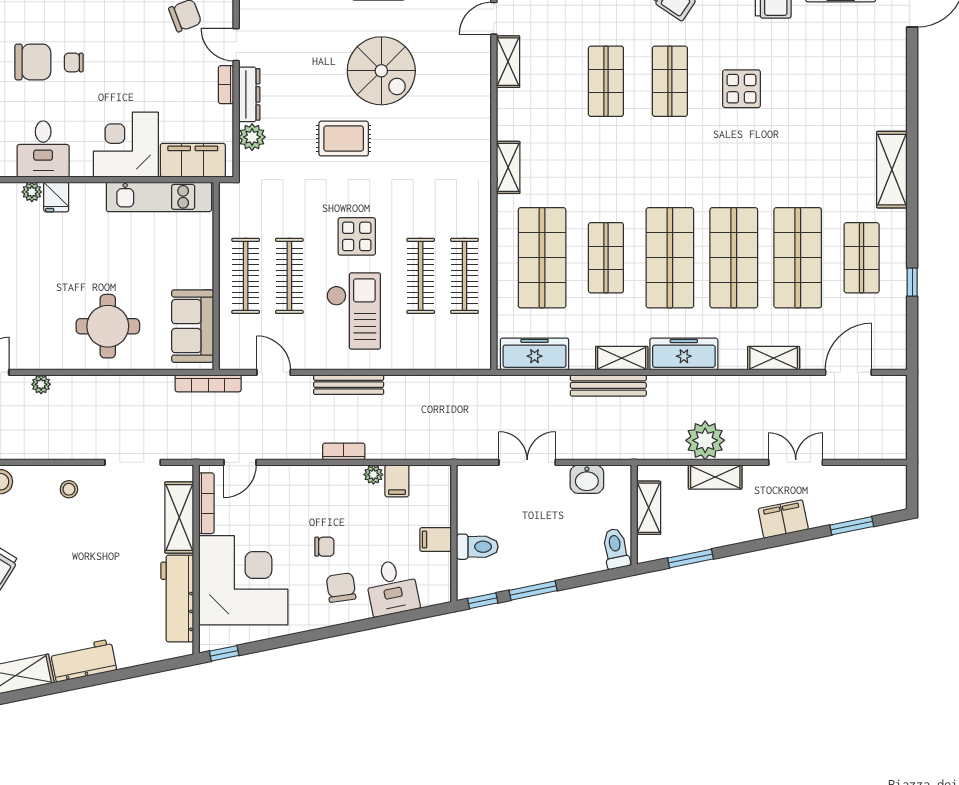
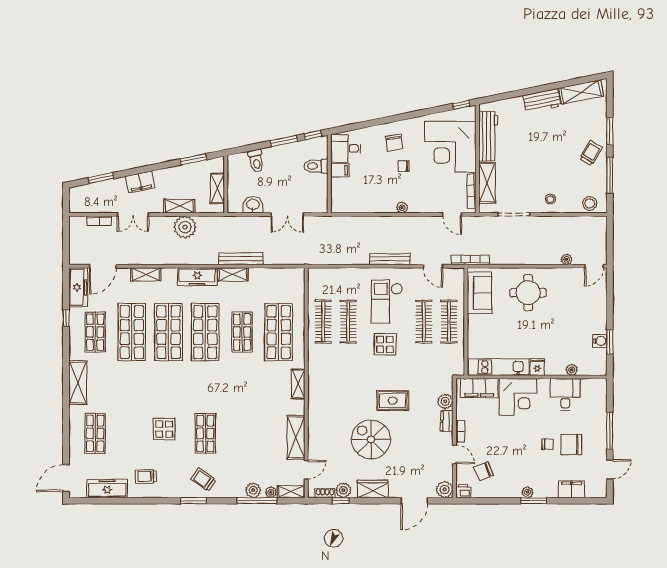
shelving: (508, 62) -> (296, 437), width x1.50, depth x1.33
shop shelf: (606, 81) -> (95, 433), moved
dresser: (249, 94) -> (447, 421), width x0.70
fridge: (56, 197) -> (537, 367), moved
freezer: (535, 354) -> (78, 287), moved, turned -90
bookcase: (344, 452) -> (99, 221), moved
door: (240, 462) -> (452, 214), swing flipped
plant: (373, 475) -> (402, 208), moved
filing cabinet: (397, 481) -> (362, 204), removed
toilet: (616, 549) -> (256, 161), moved
desk: (392, 588) -> (346, 148), moved, turned -79

